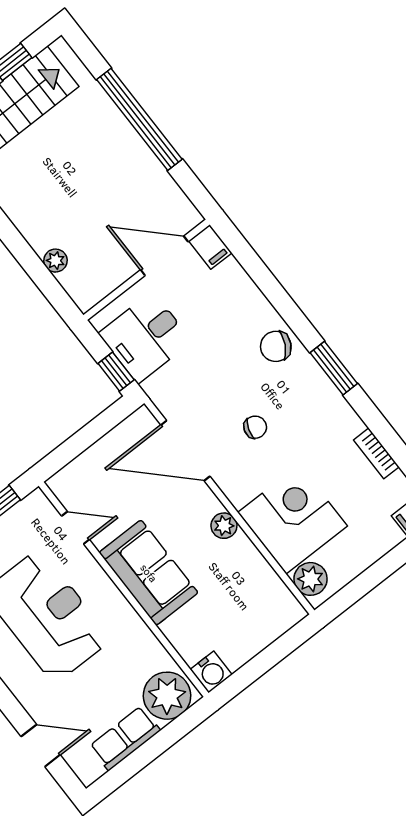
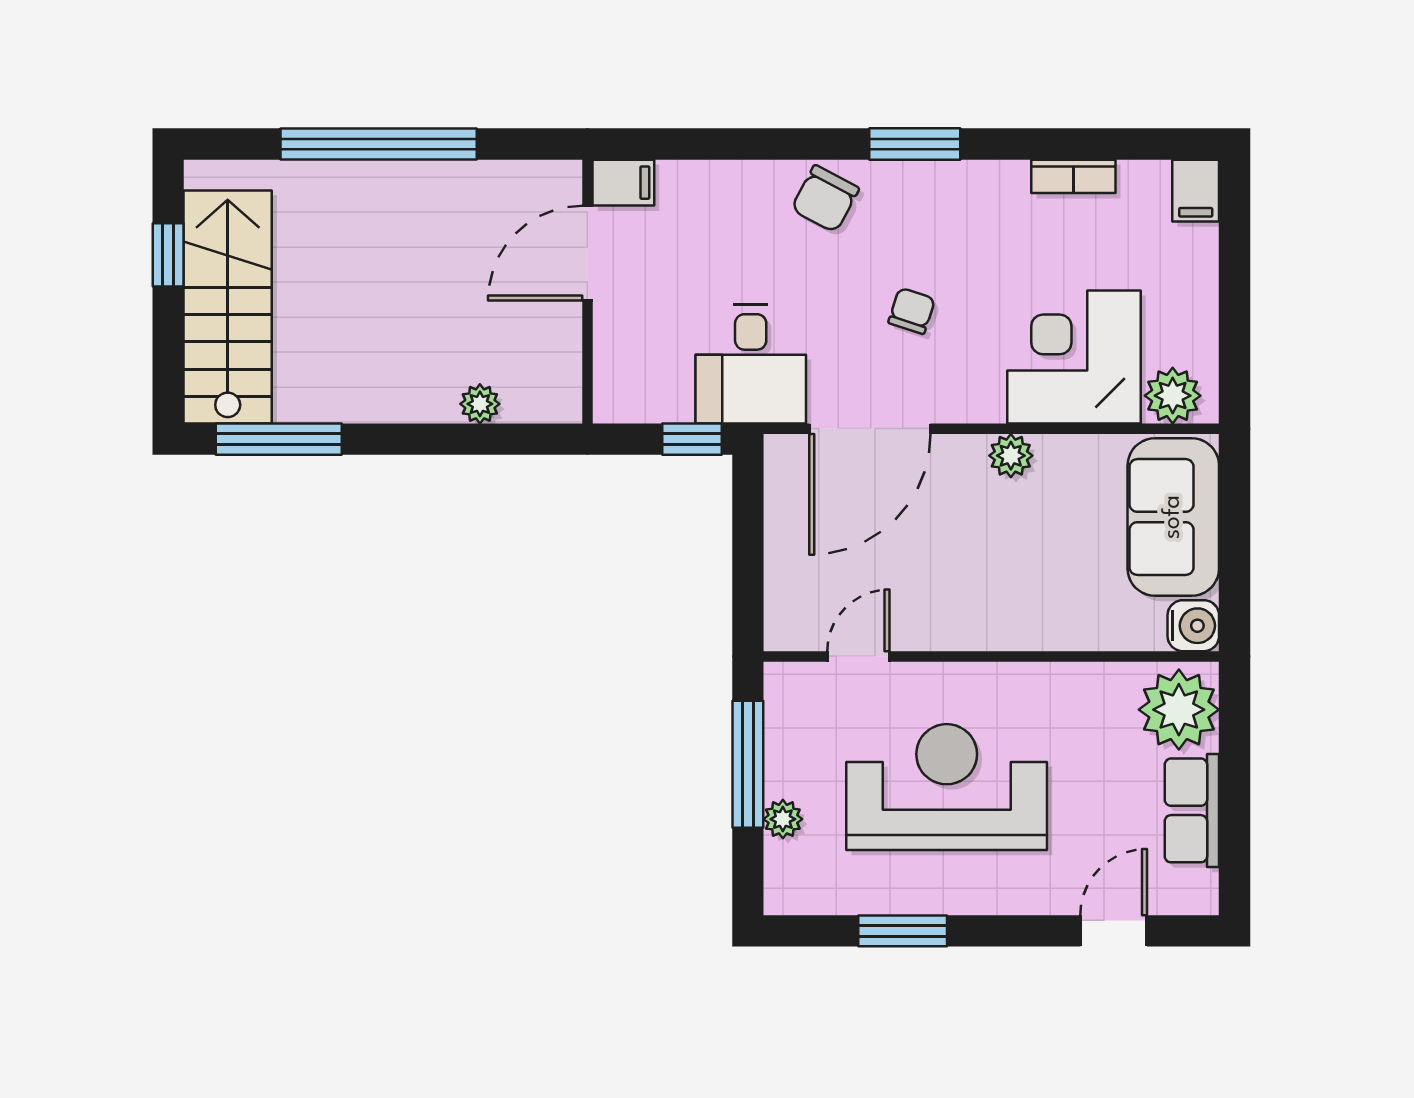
desk: (145, 337) -> (751, 364), moved
sofa: (149, 573) -> (1173, 517), moved, turned -90

